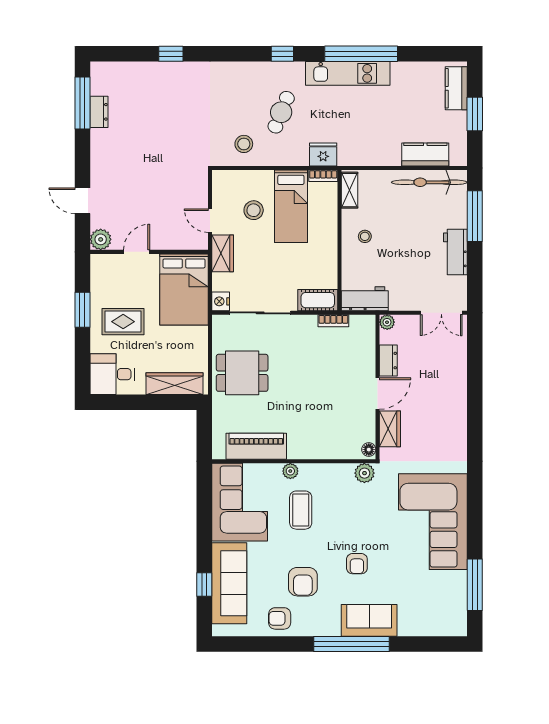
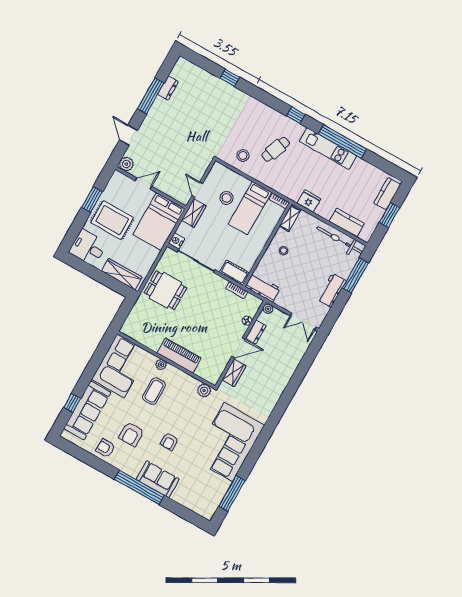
window: (82, 103) -> (151, 96), moved
fridge: (323, 154) -> (309, 201), moved
rug: (123, 322) -> (112, 220), width x1.36, depth x1.43
piano: (256, 446) -> (179, 355), moved
floor lamp: (369, 450) -> (247, 321), moved

